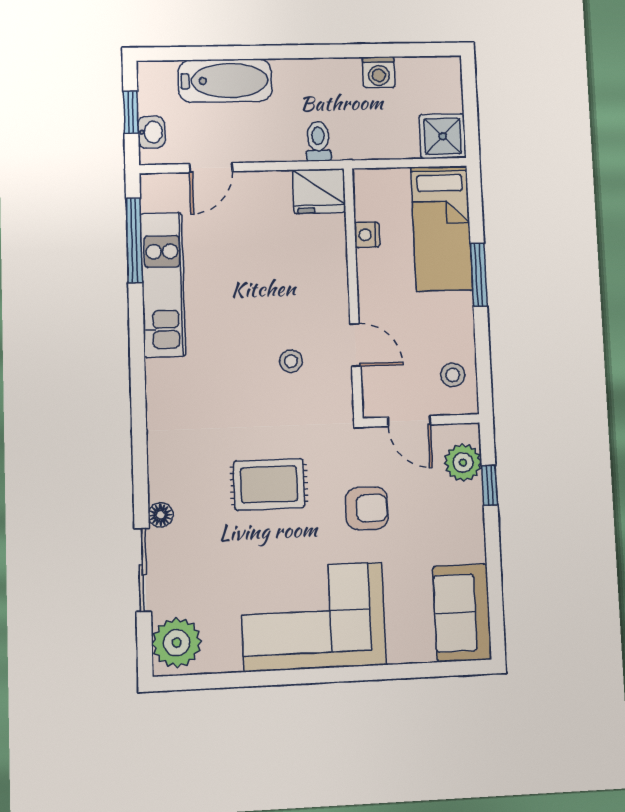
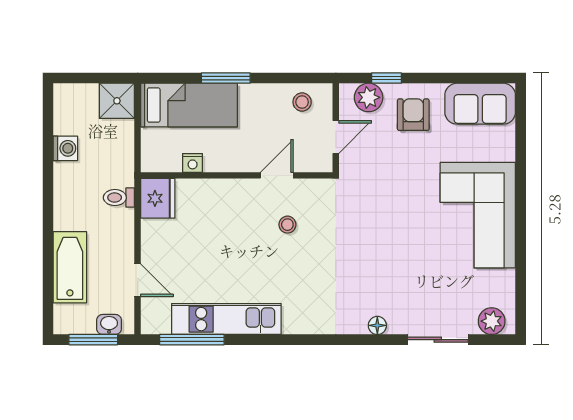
window: (131, 112) -> (93, 340), width x1.50
rug: (269, 484) -> (379, 244), removed
armchair: (367, 508) -> (413, 115), moved
floor lamp: (161, 515) -> (377, 325), moved
plant: (177, 643) -> (492, 321), width x0.73, depth x0.73

